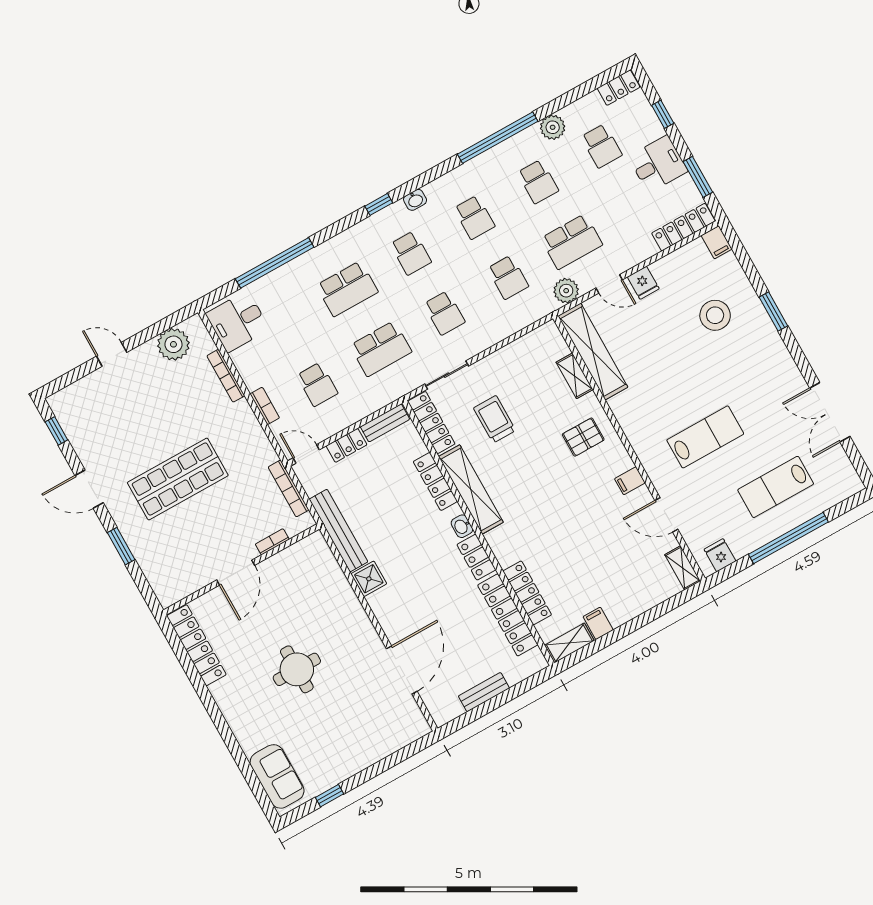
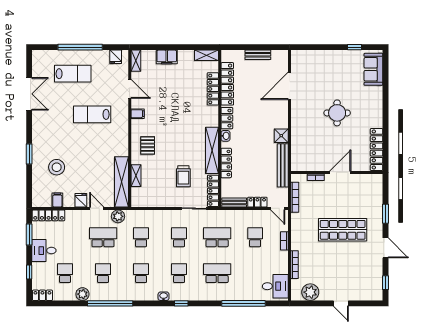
filing cabinet: (717, 242) -> (57, 200), moved
pallet: (583, 437) -> (148, 145), turned 90
filing cabinet: (598, 623) -> (167, 57), moved, width x2.00

